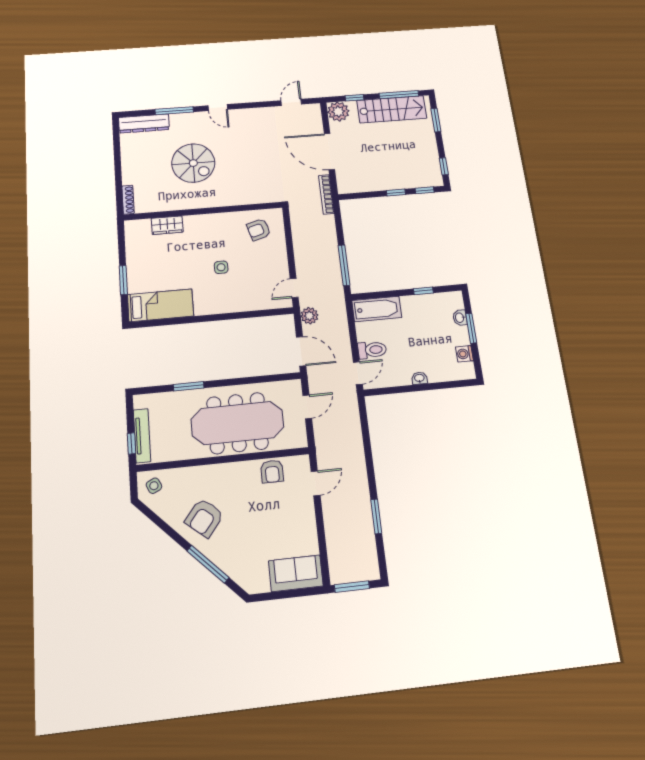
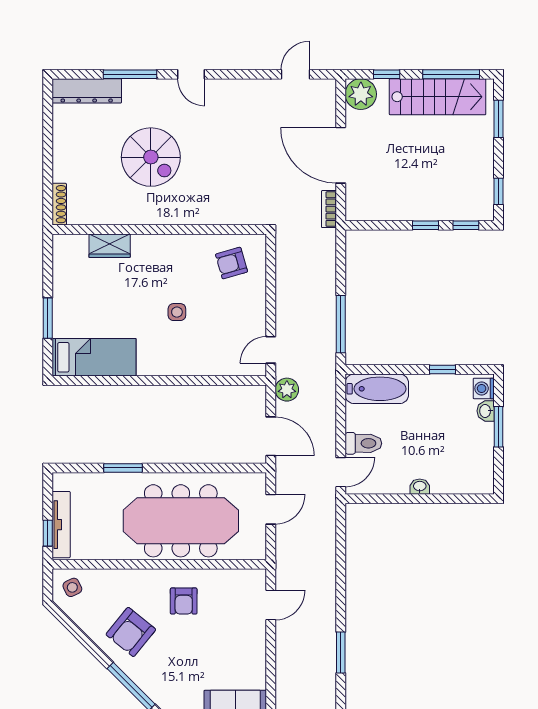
bookcase: (326, 194) -> (329, 209), width x0.64
washing machine: (464, 354) -> (484, 388), moved
armchair: (272, 471) -> (184, 601), moved

